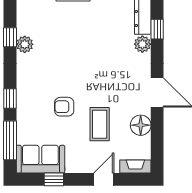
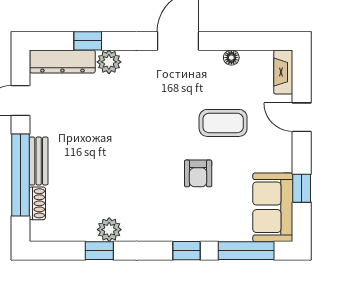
floor lamp: (141, 125) -> (231, 58), width x0.53, depth x0.53

